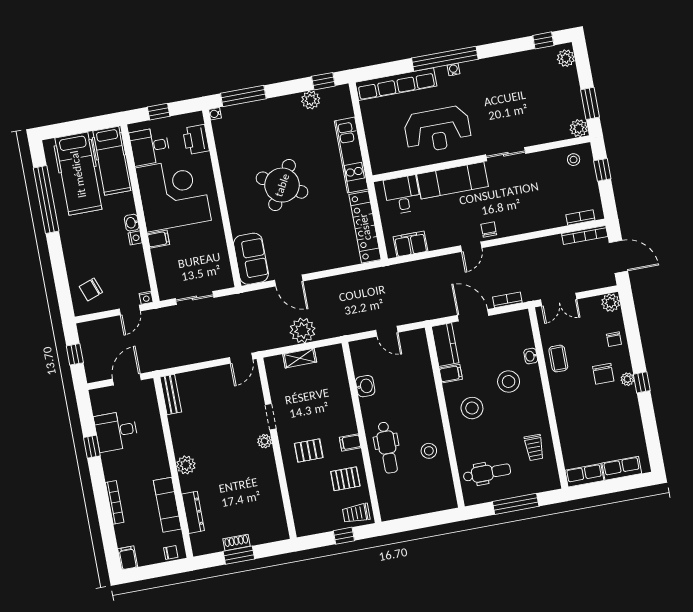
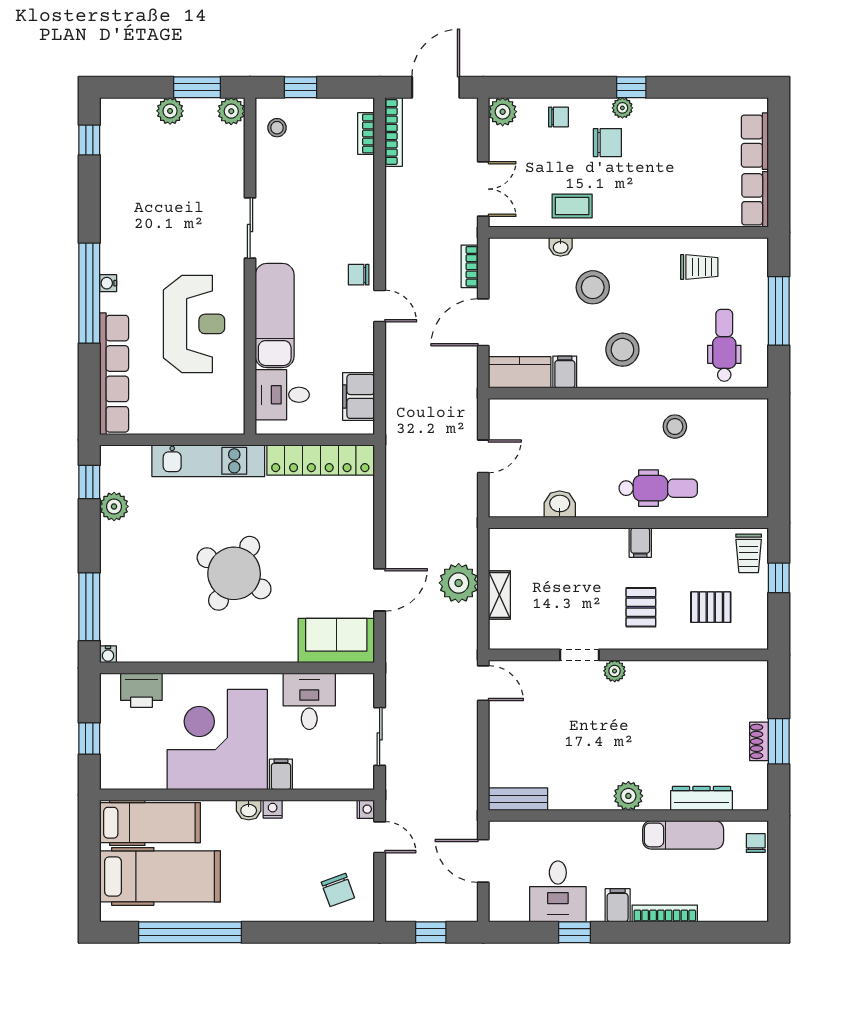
plant: (566, 58) -> (170, 111), moved
desk: (150, 146) -> (309, 701), moved, turned 180
pallet: (345, 479) -> (711, 607), moved, turned 90
filing cabinet: (128, 558) -> (618, 905), moved, turned 90

